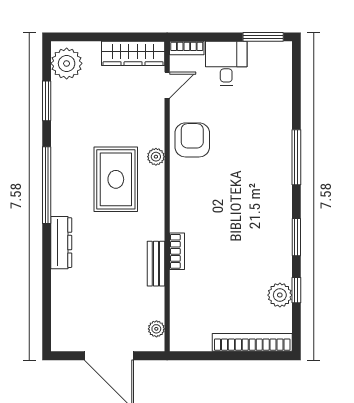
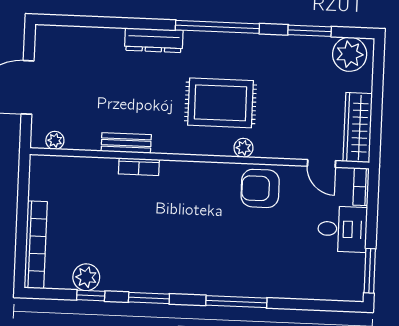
armchair: (192, 140) -> (260, 188), turned 180

